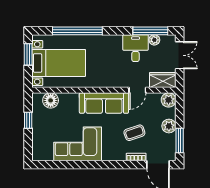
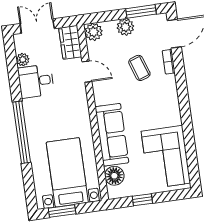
window: (77, 31) -> (22, 132), moved
window: (150, 31) -> (12, 66), removed
sofa: (104, 103) -> (112, 135), moved
corner sofa: (78, 144) -> (166, 157), moved

